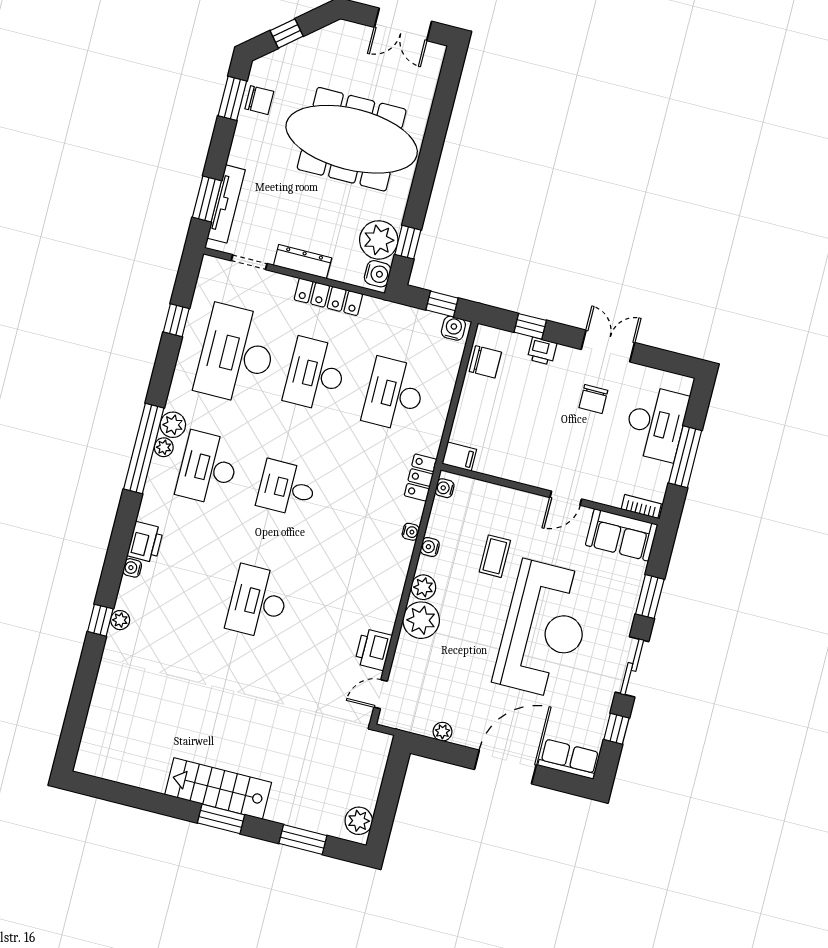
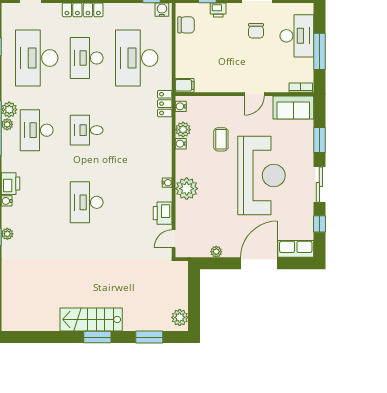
desk: (394, 394) -> (137, 58), width x1.36, depth x1.30
water cooler: (411, 532) -> (167, 183), moved
plant: (423, 587) -> (183, 130), moved

